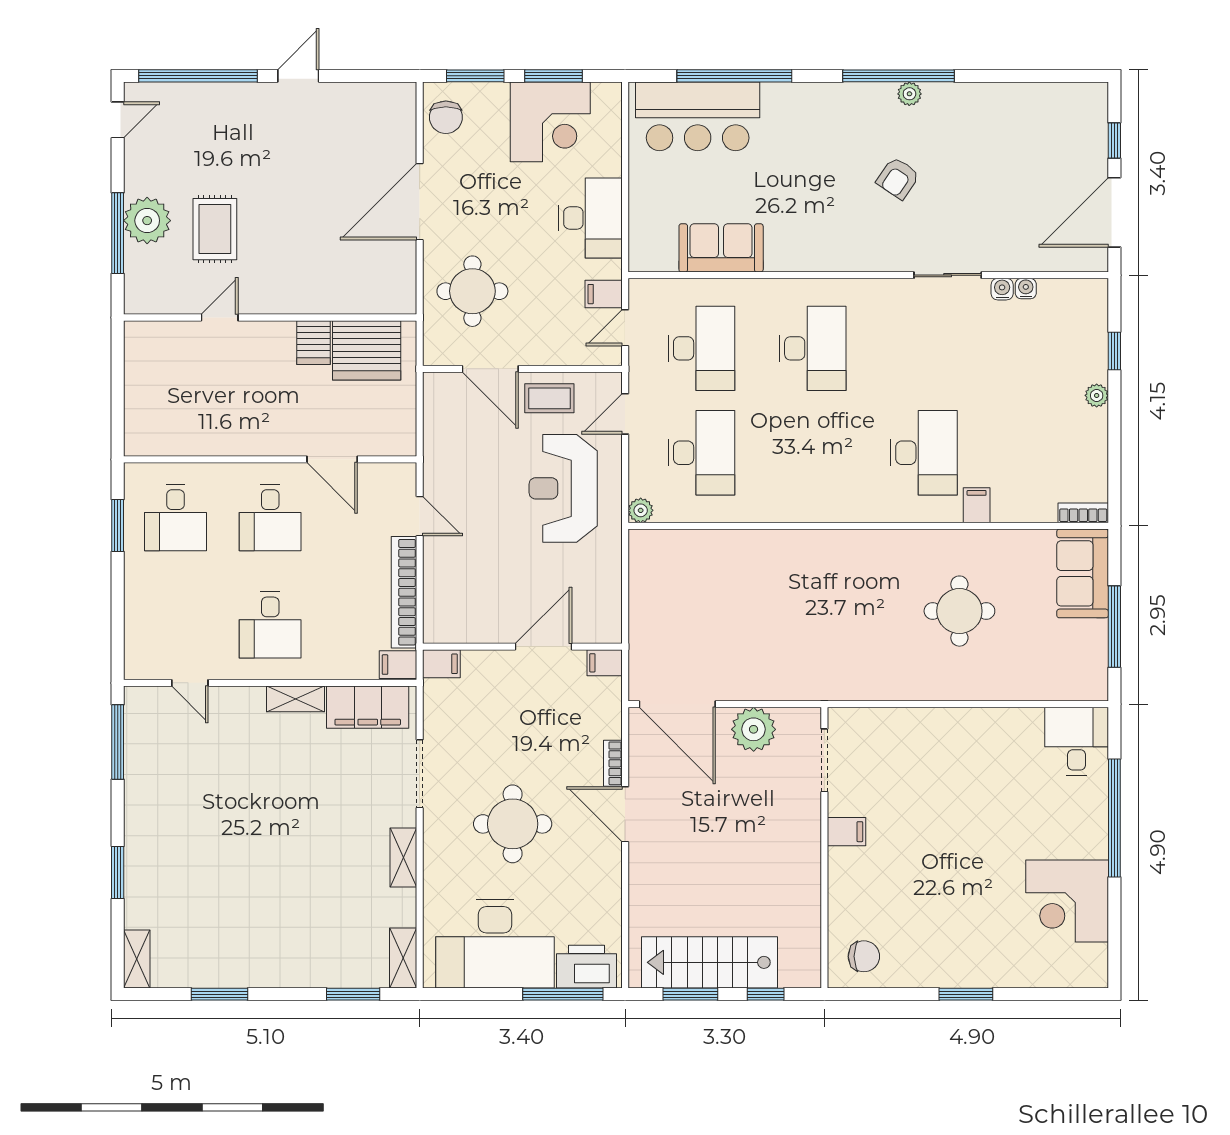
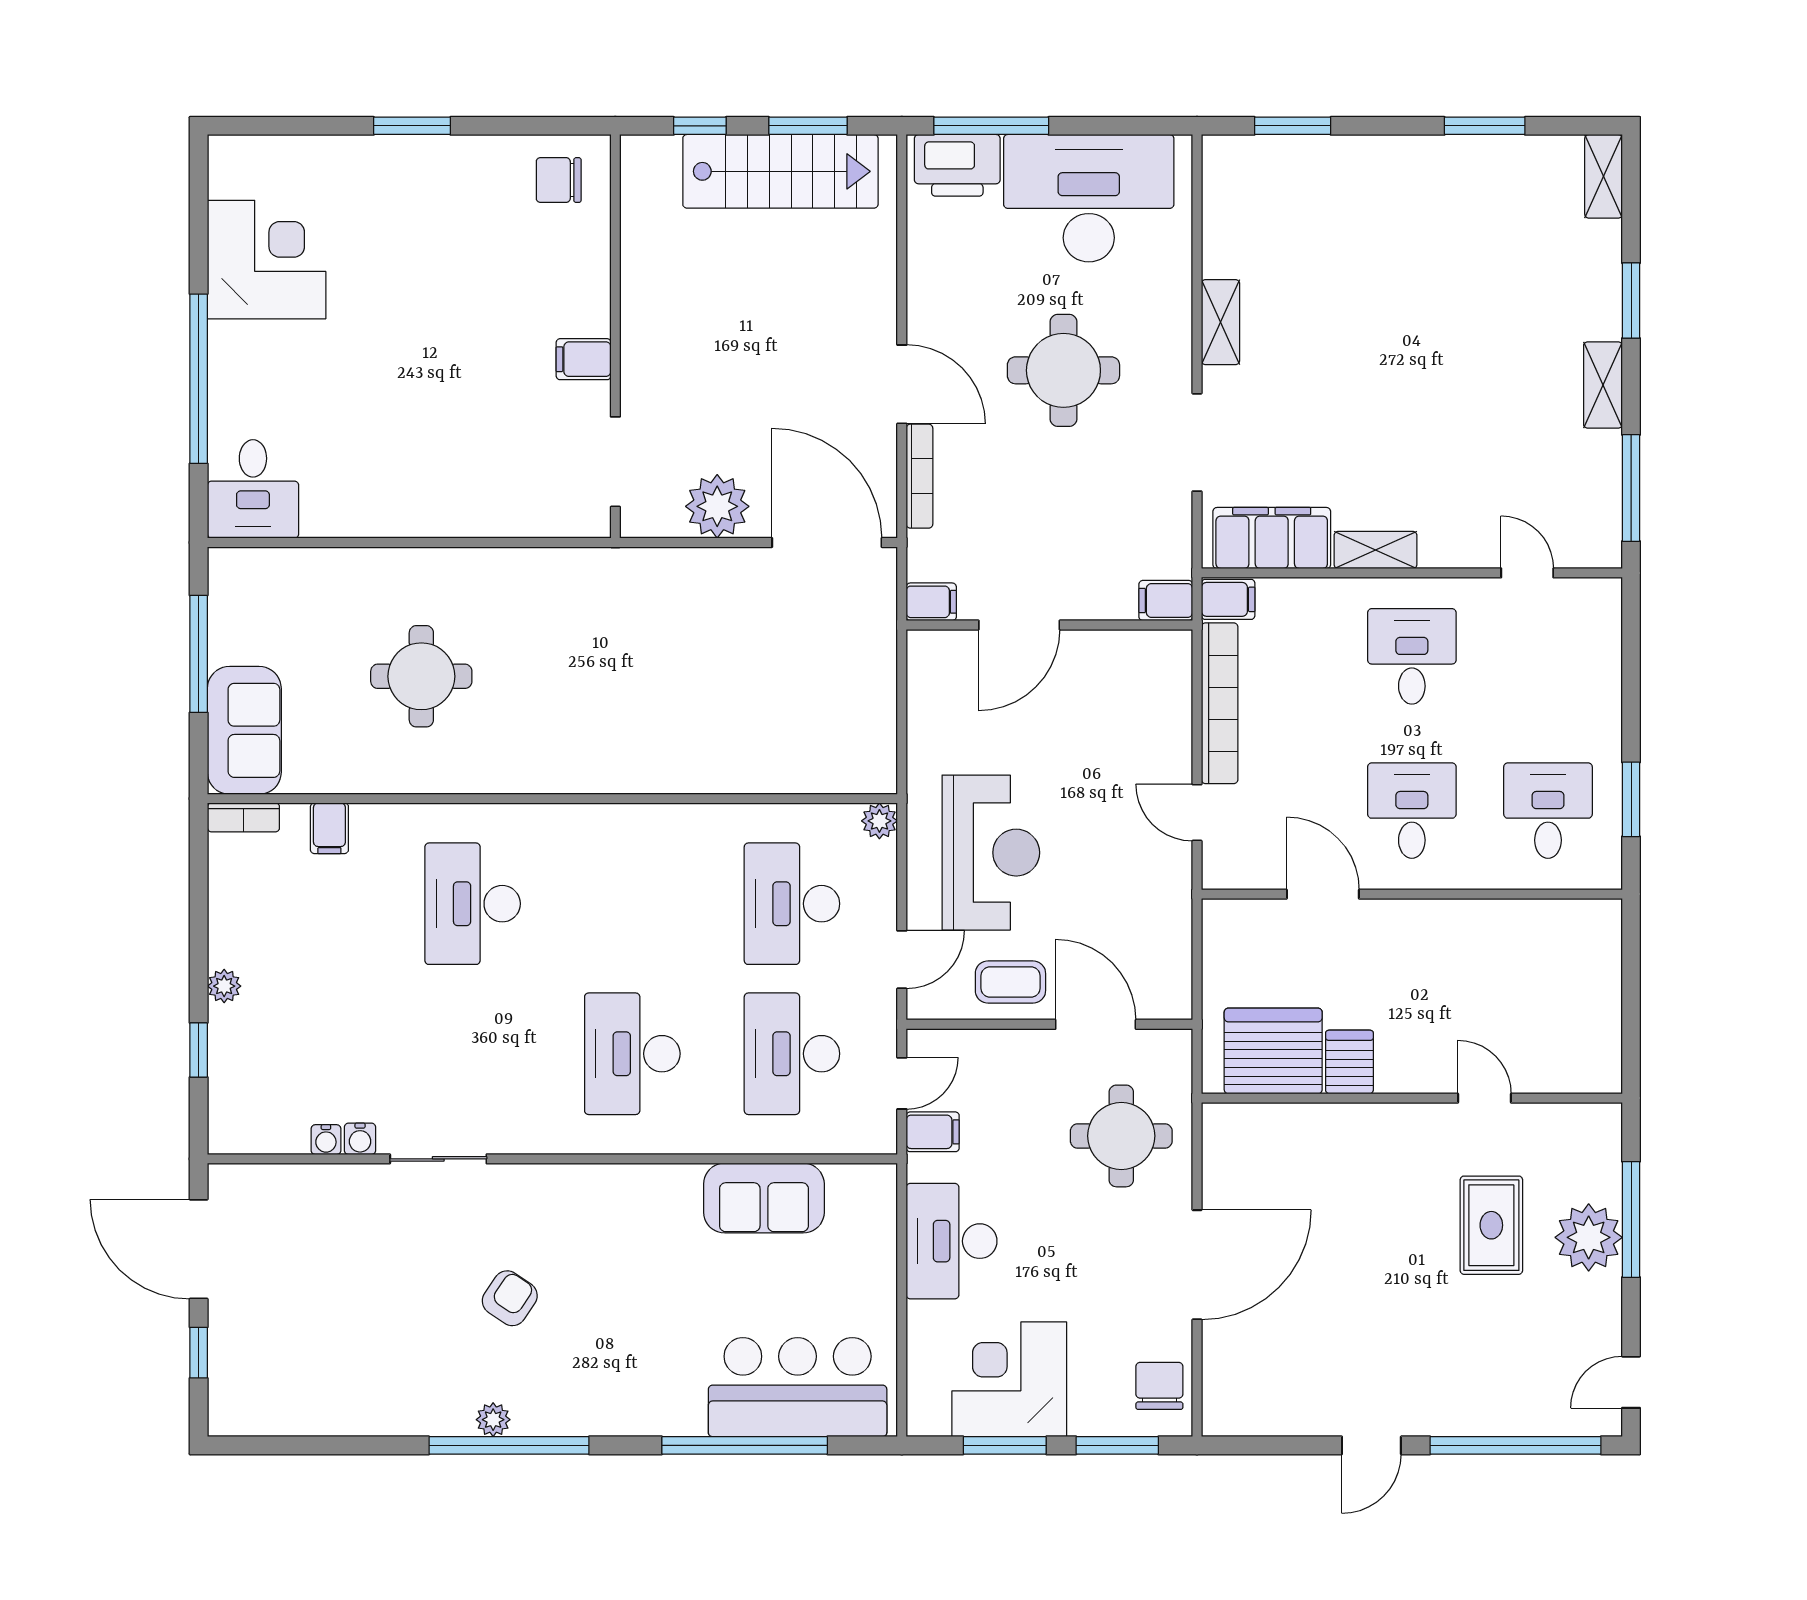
door: (1114, 212) -> (199, 1249), swing flipped
door: (220, 318) -> (1485, 1098), swing flipped
filing cabinet: (977, 505) -> (329, 828), moved
bookcase: (613, 763) -> (919, 476), width x1.56
shelving: (403, 958) -> (1603, 385), moved

